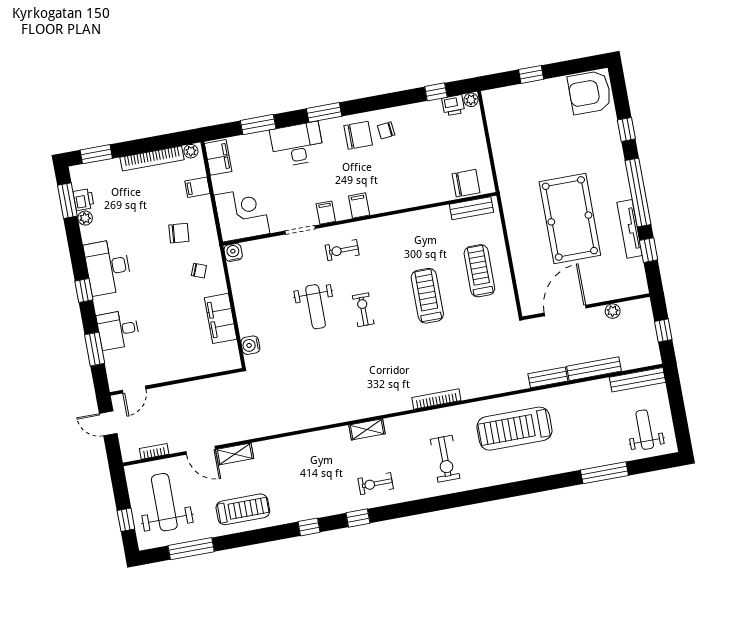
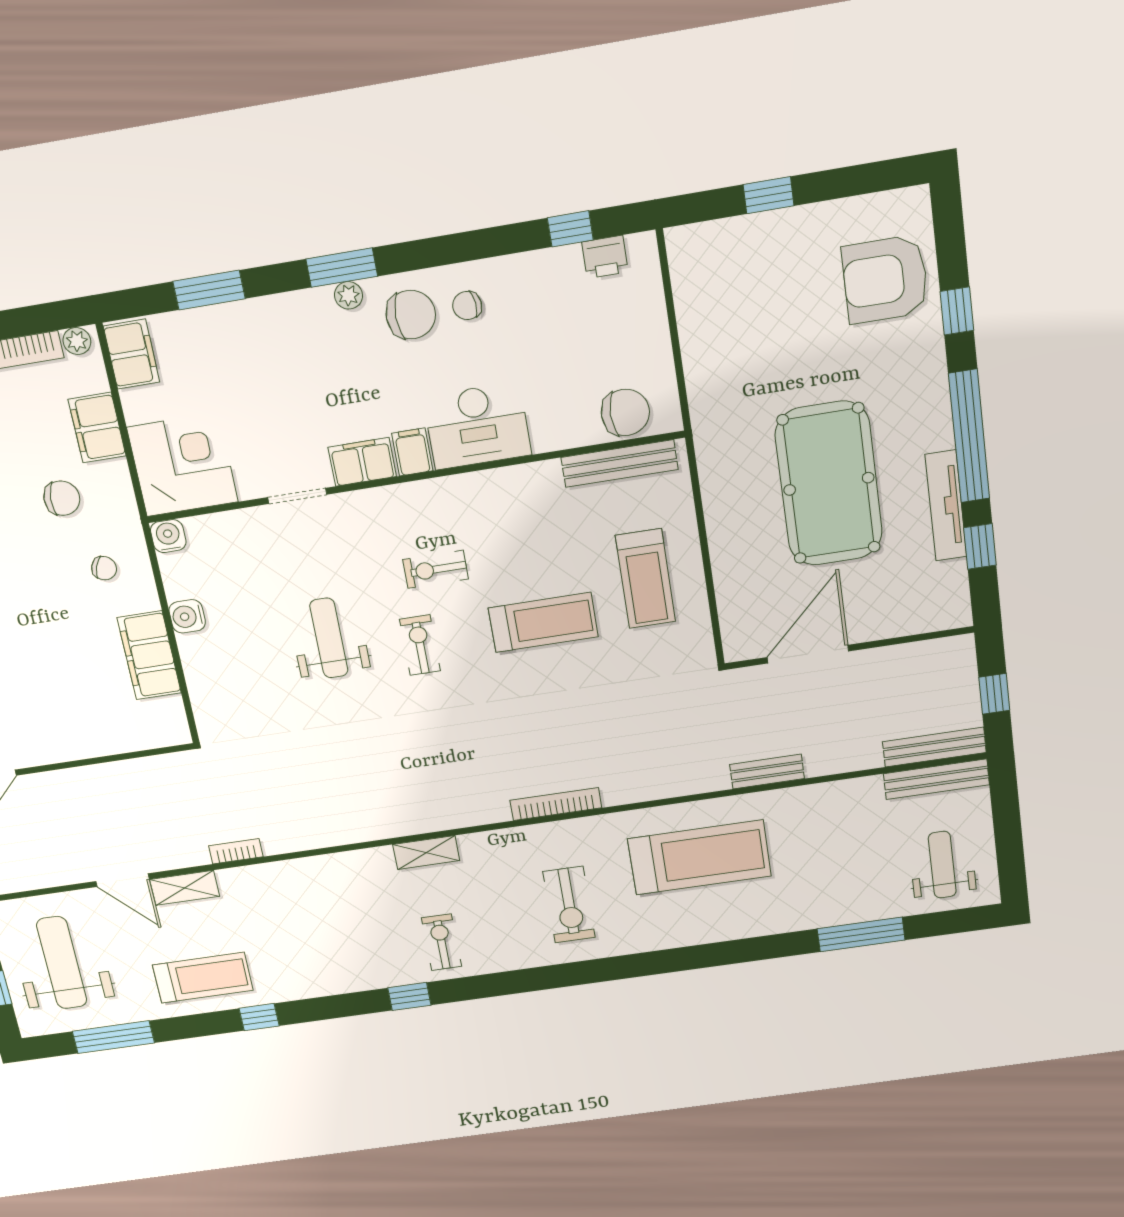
armchair: (590, 92) -> (885, 279), moved
plant: (471, 100) -> (348, 295), moved
desk: (297, 144) -> (477, 426), moved, turned 180
filing cabinet: (197, 187) -> (97, 428), width x2.00
bench: (471, 208) -> (619, 463), width x1.36
filing cabinet: (326, 213) -> (362, 462), width x2.00
exercise bike: (342, 250) -> (436, 569), moved
treadmill: (479, 271) -> (645, 579), turned 180
treadmill: (427, 296) -> (543, 622), turned 90
weight bench: (316, 307) -> (329, 638), turned 180
plant: (613, 311) -> (900, 657), removed
water cooler: (250, 345) -> (187, 616), moved
bench: (594, 369) -> (934, 747), moved
treadmill: (514, 429) -> (699, 857), turned 180
bookcase: (154, 451) -> (236, 851), moved
exercise bike: (376, 484) -> (441, 942), turned 90
window: (309, 527) -> (259, 1017), moved

